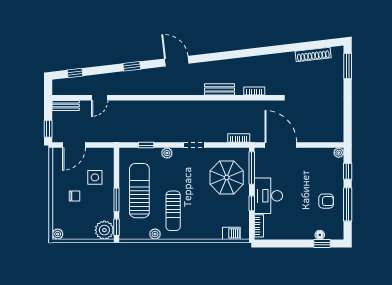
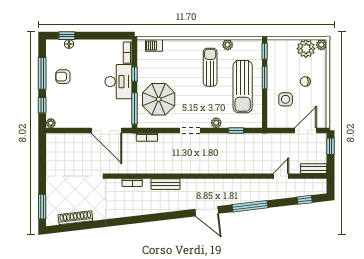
window: (132, 66) -> (250, 206), width x2.17
plant: (104, 230) -> (306, 49), moved

